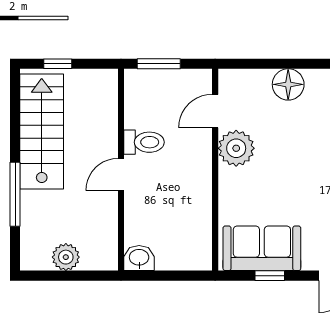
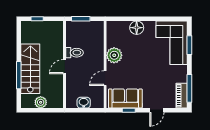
door: (215, 111) -> (105, 78), moved
stairs: (42, 131) -> (30, 69), moved
washbasin: (139, 258) -> (84, 103), moved

